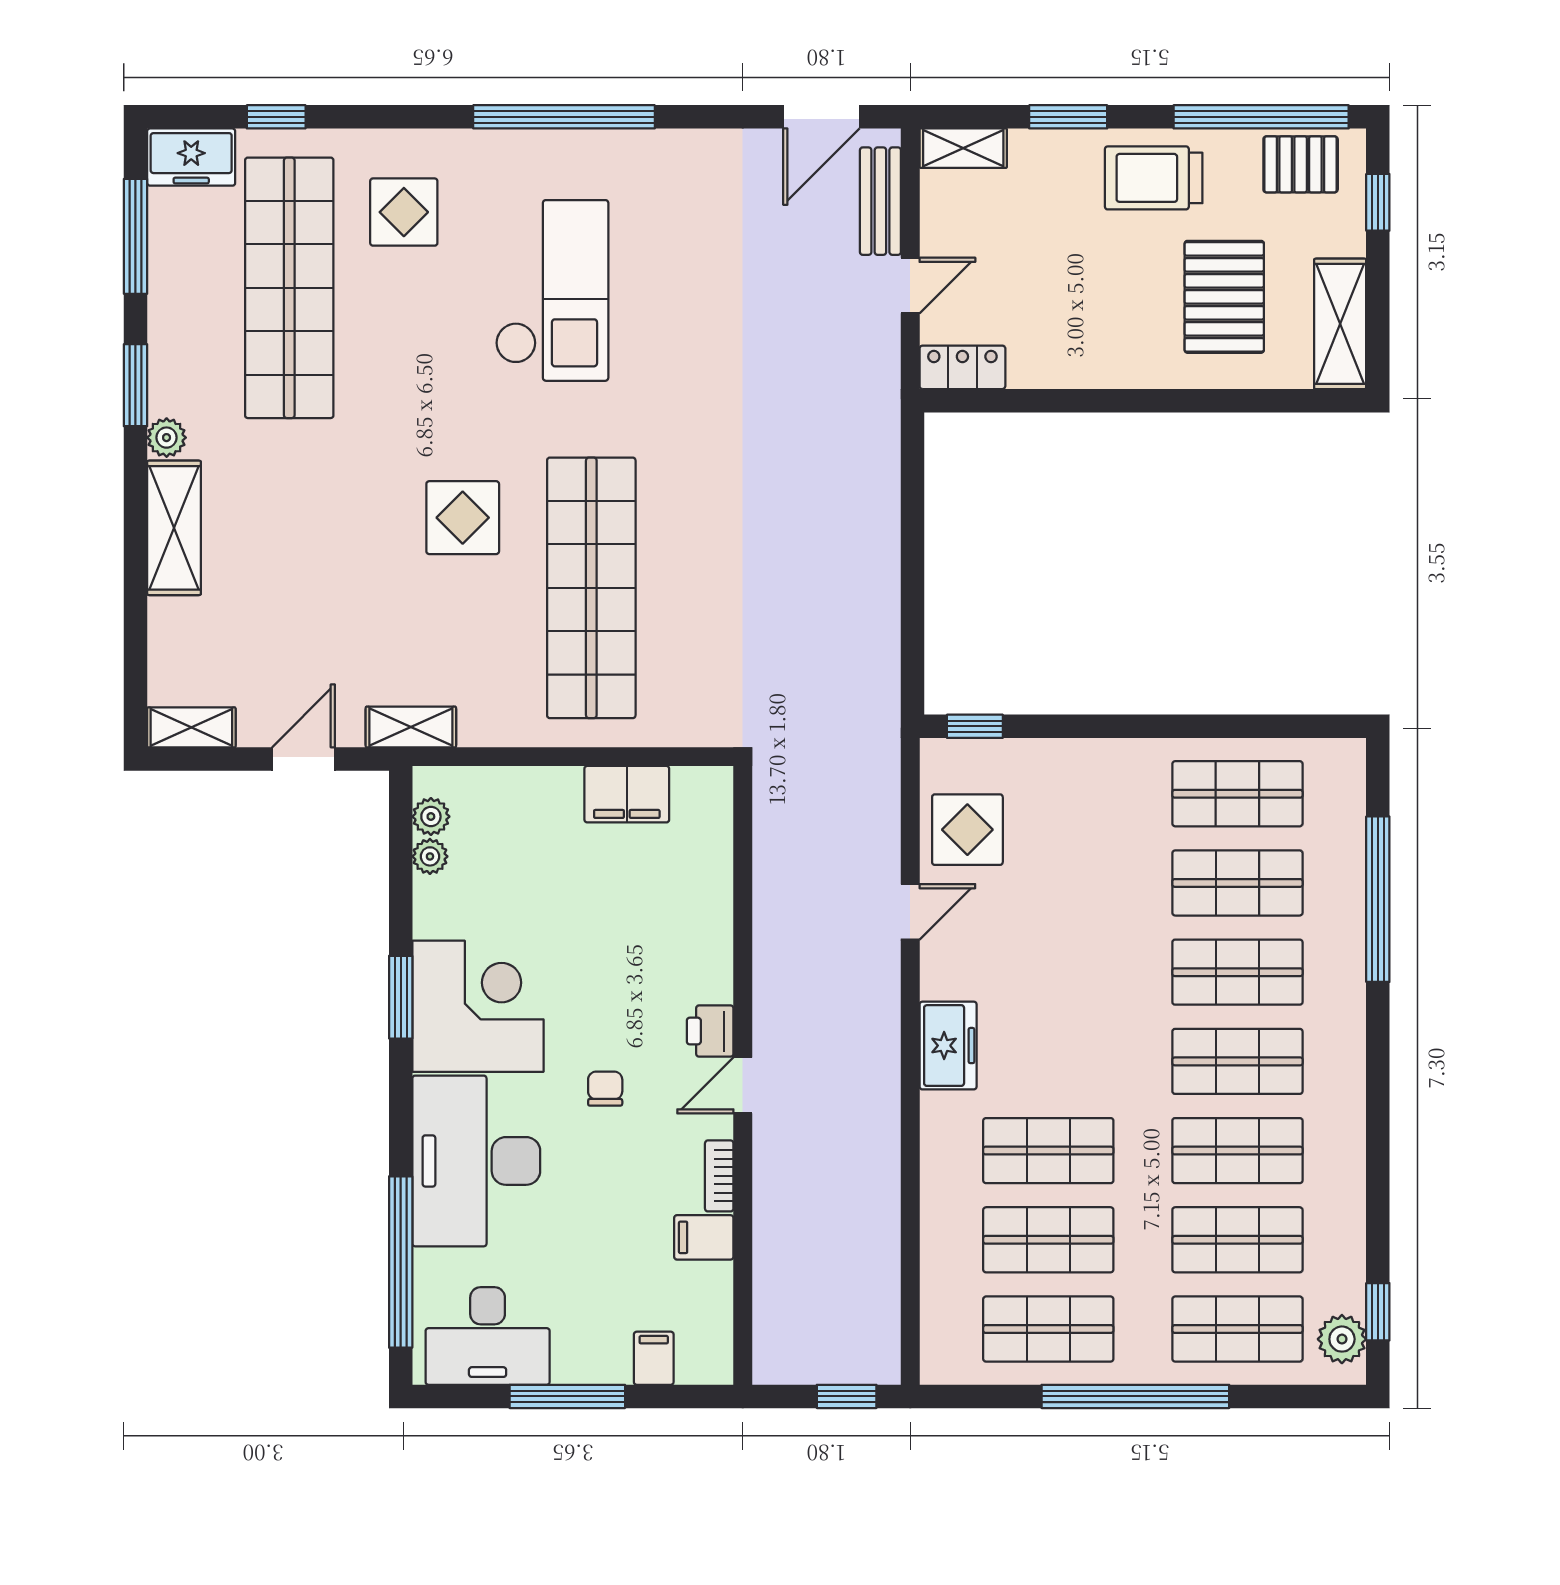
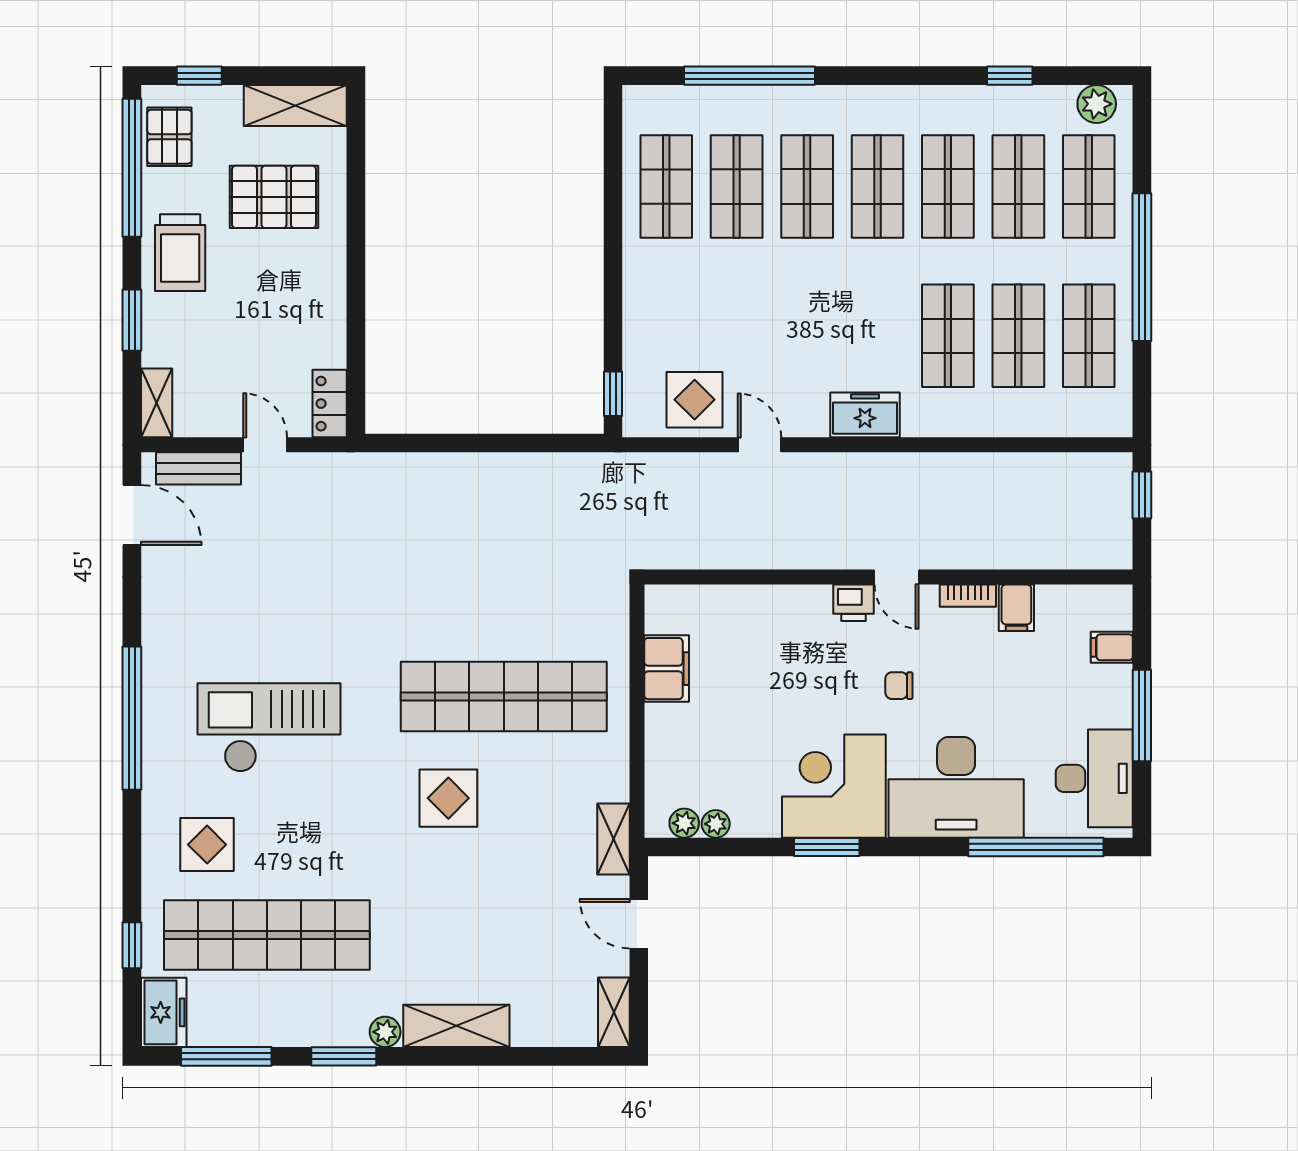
window: (1378, 1312) -> (1010, 76), moved

